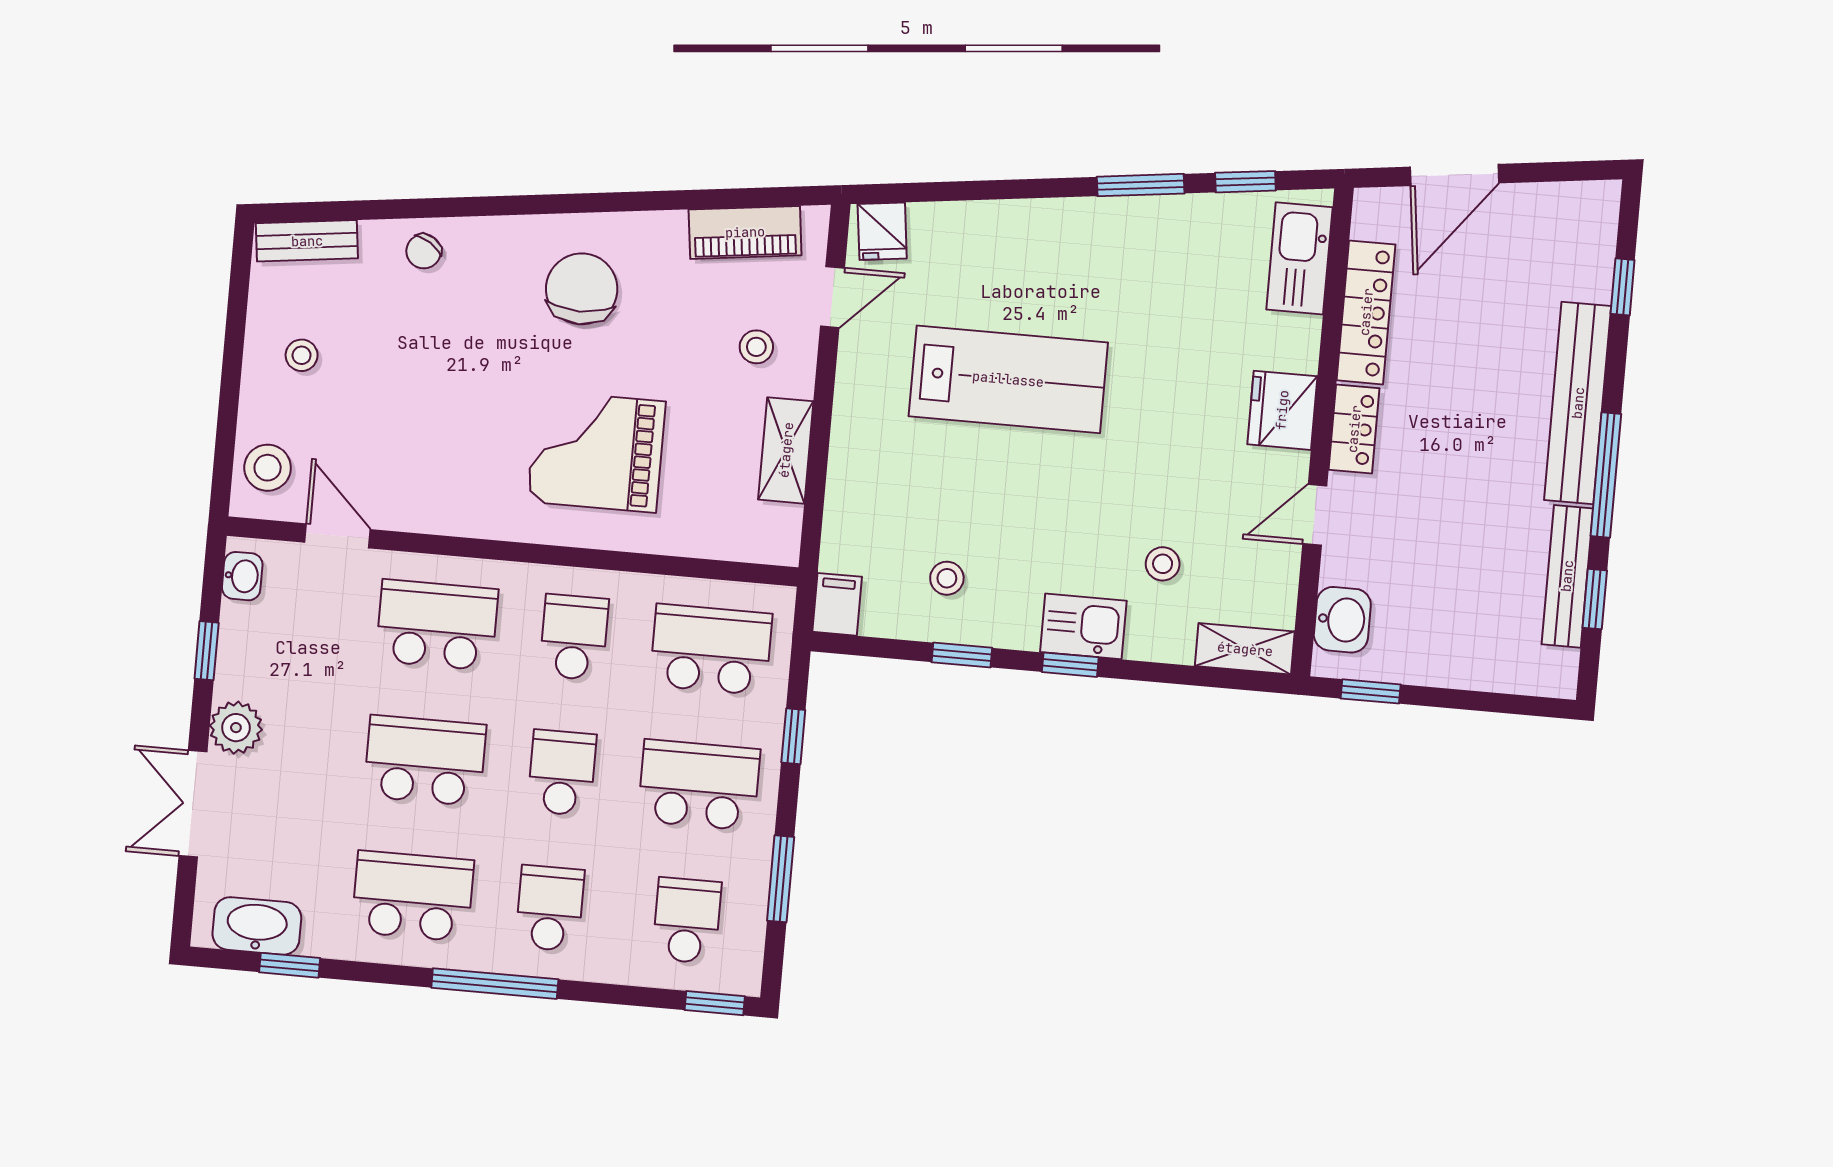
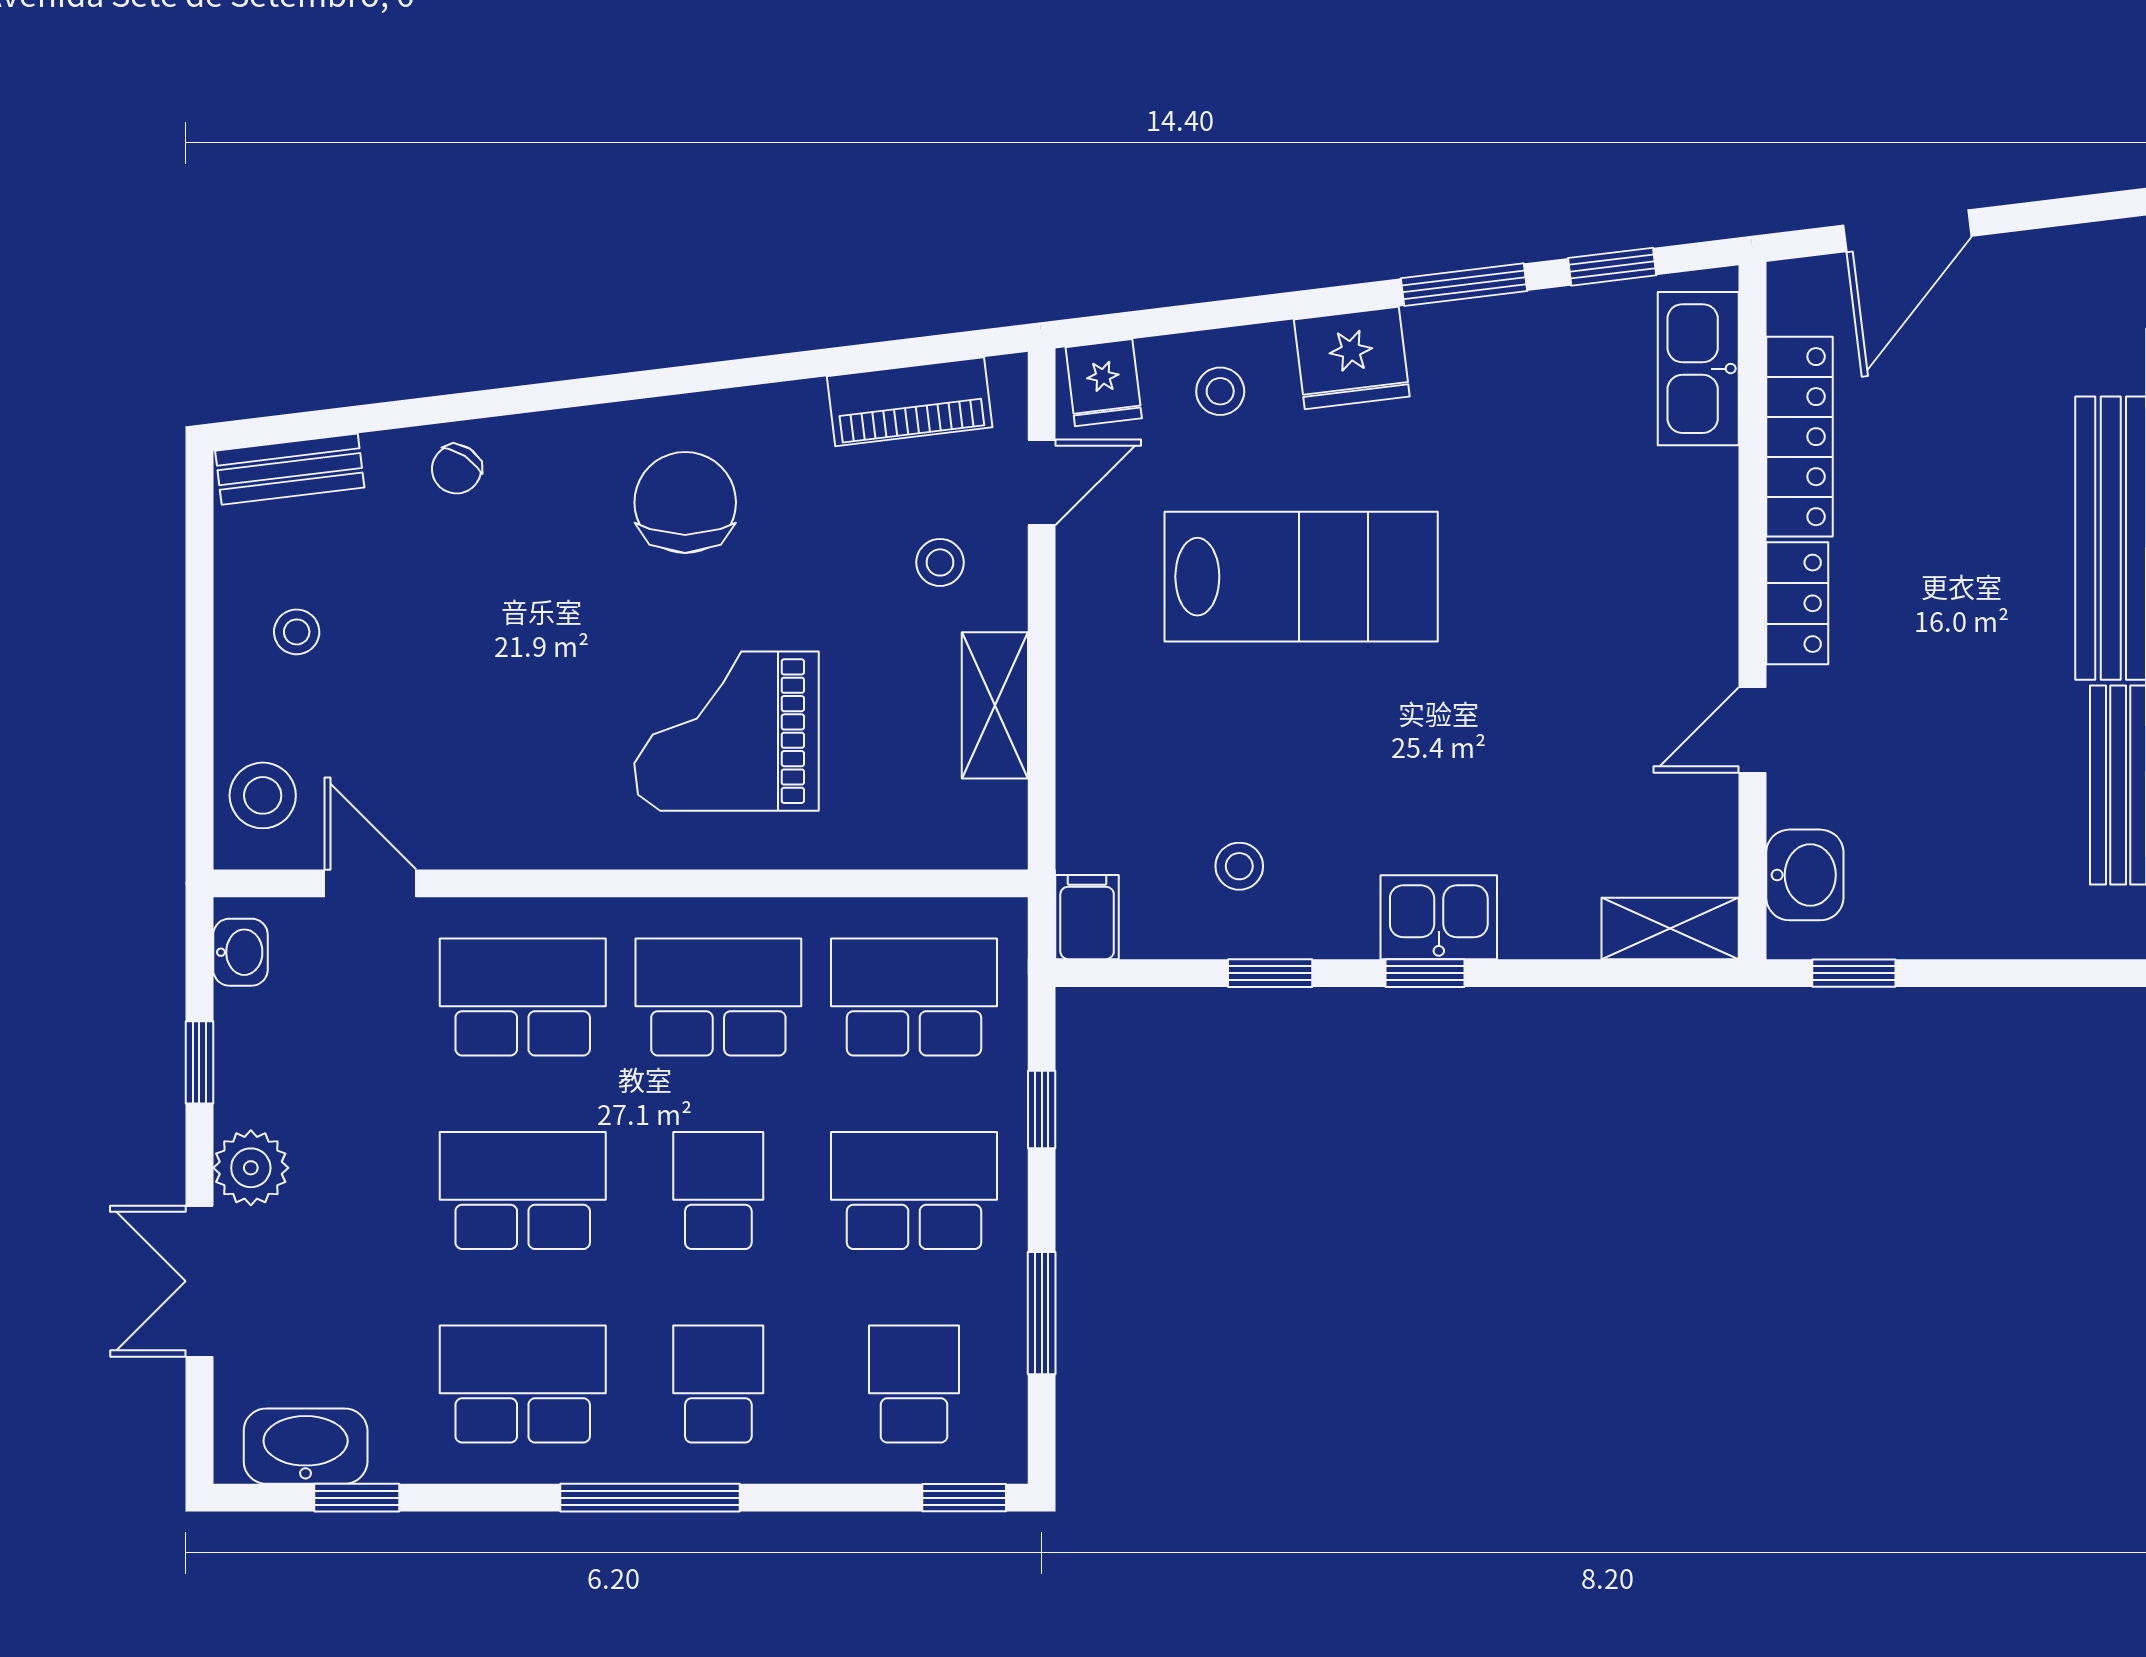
fridge: (1282, 410) -> (1352, 358), moved, turned -97
stool: (1163, 564) -> (1220, 391), moved
school desk: (574, 637) -> (718, 997), width x1.85

